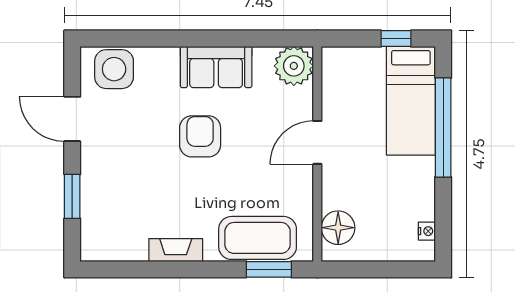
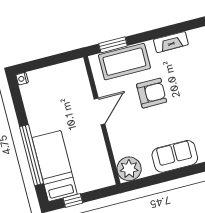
armchair: (200, 136) -> (152, 93), moved, turned -90
door: (317, 142) -> (100, 111), moved
floor lamp: (338, 228) -> (78, 80), removed
nightstand: (427, 231) -> (22, 79), moved

